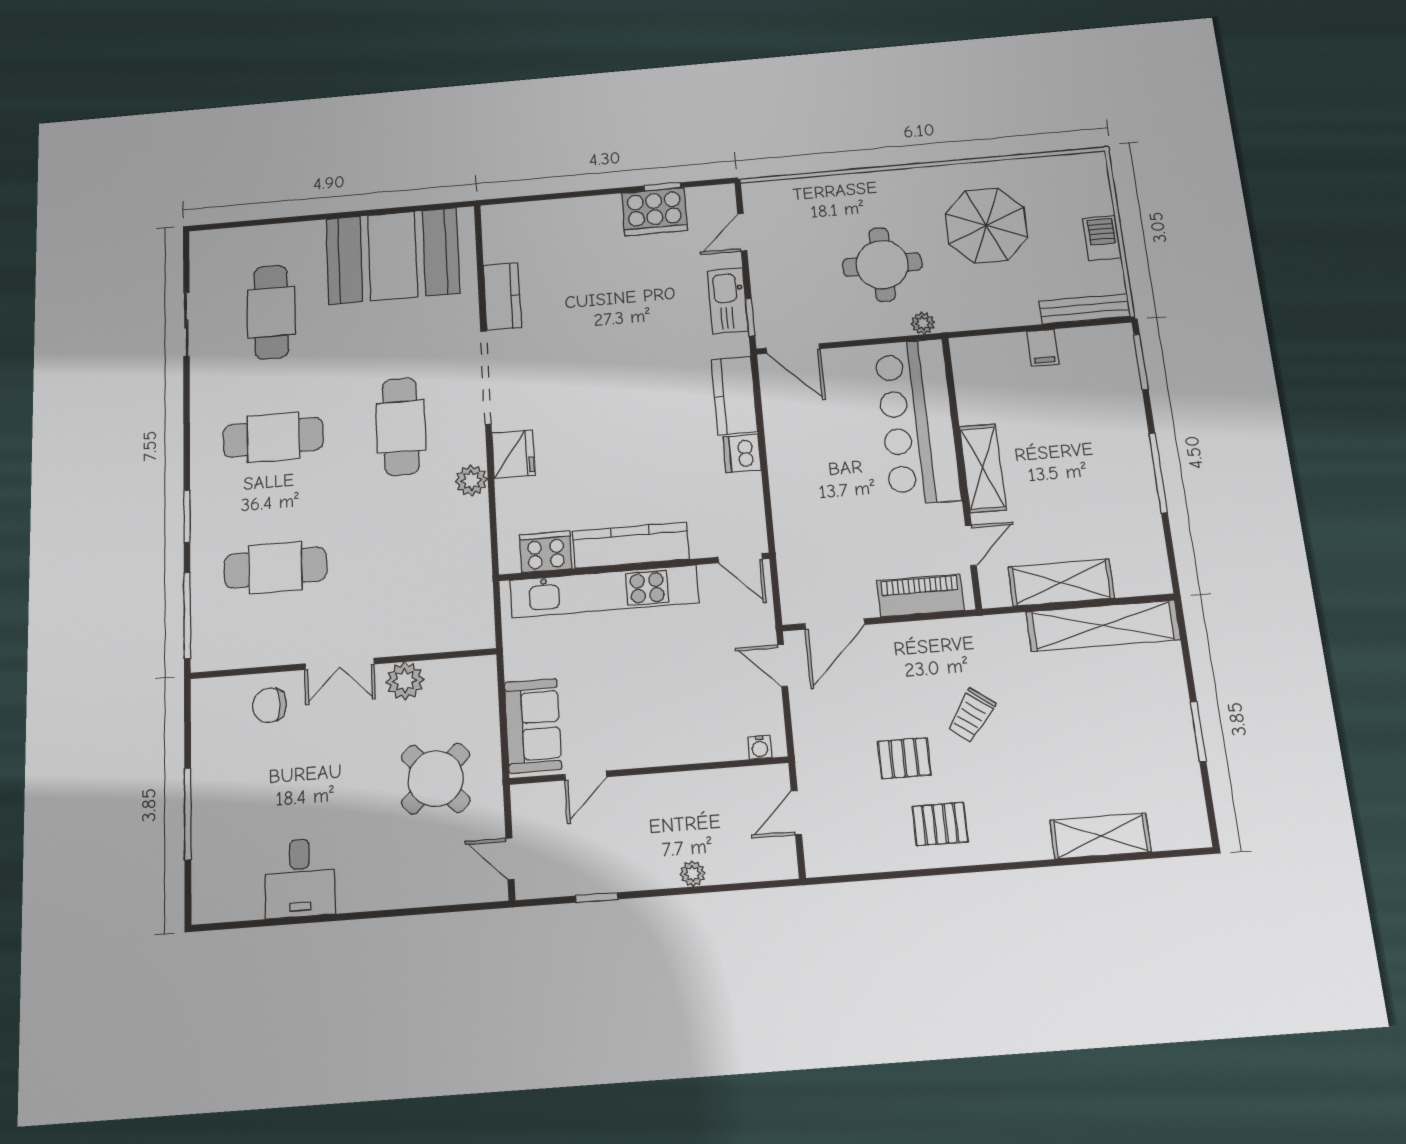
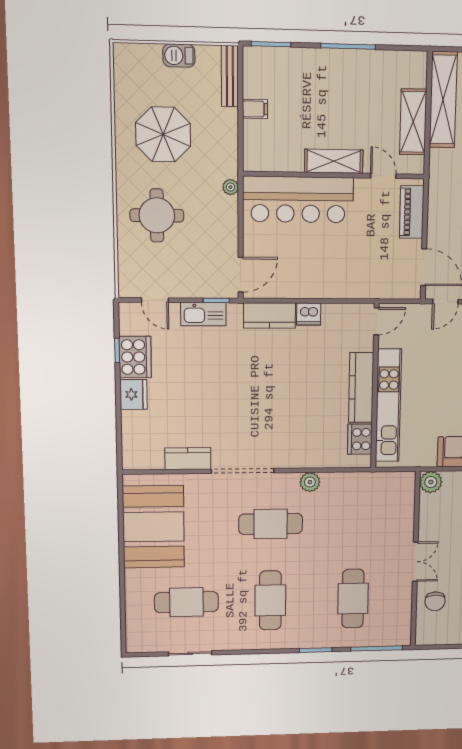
round table: (882, 265) -> (157, 215), moved
fridge: (513, 454) -> (134, 394), moved, turned 90
plant: (405, 681) -> (431, 482), moved

